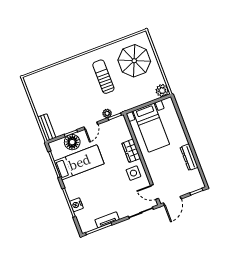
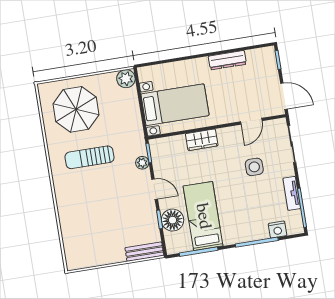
side table: (133, 173) -> (254, 167), moved
door: (154, 192) -> (251, 121), moved
nightstand: (76, 205) -> (278, 230), moved

